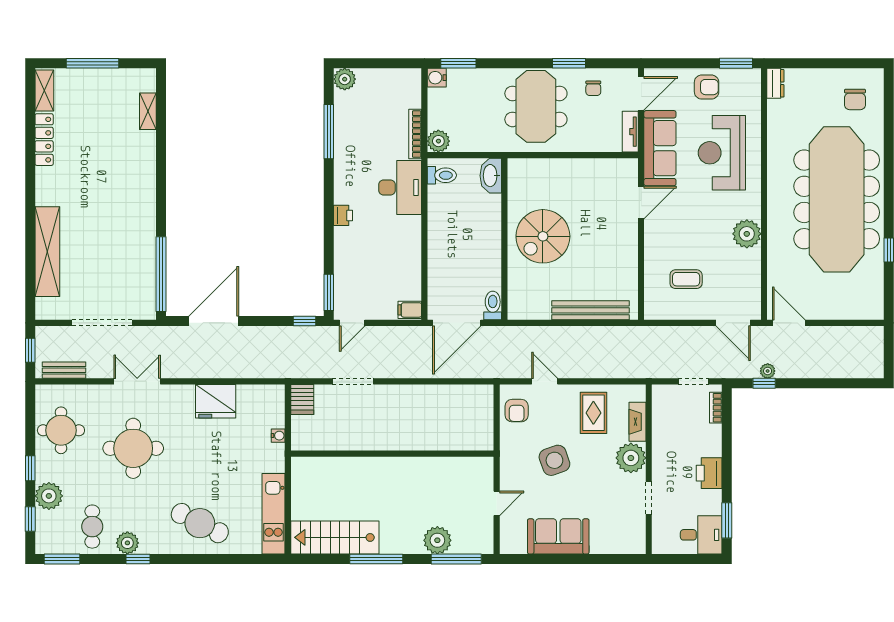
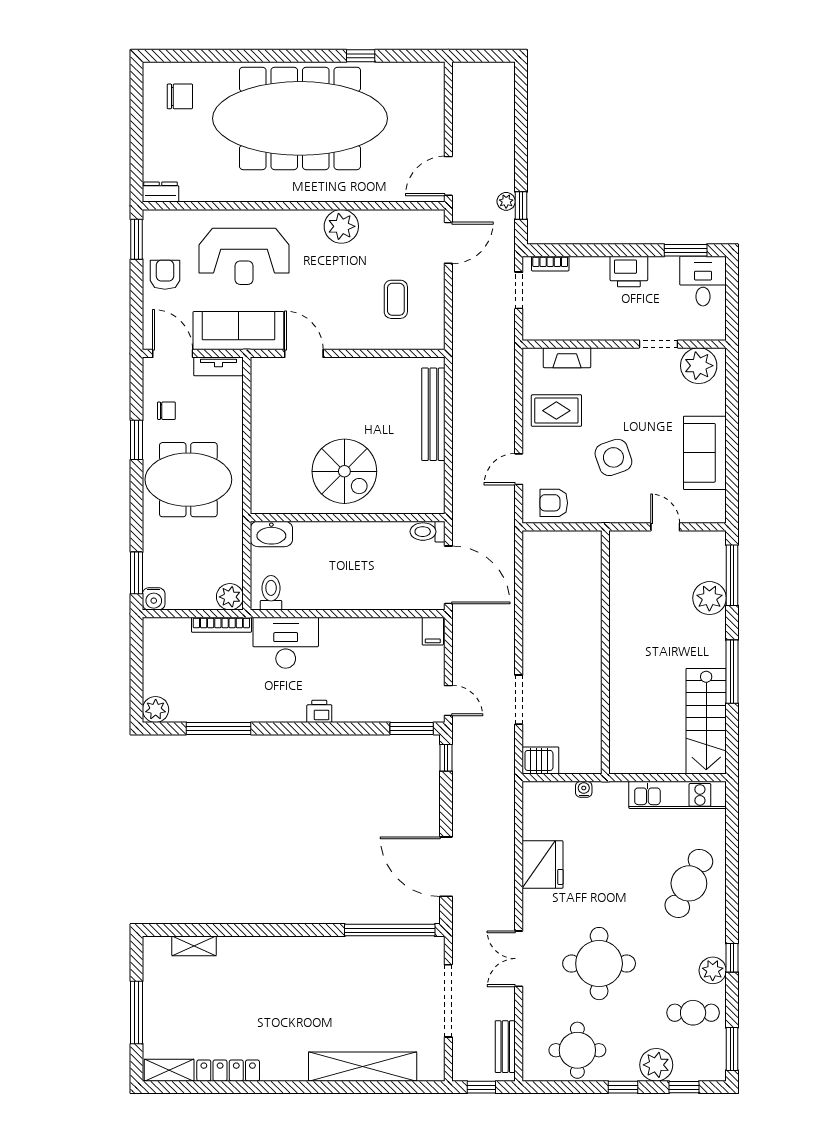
armchair: (517, 411) -> (554, 503), turned 180
plant: (631, 458) -> (699, 366), moved

